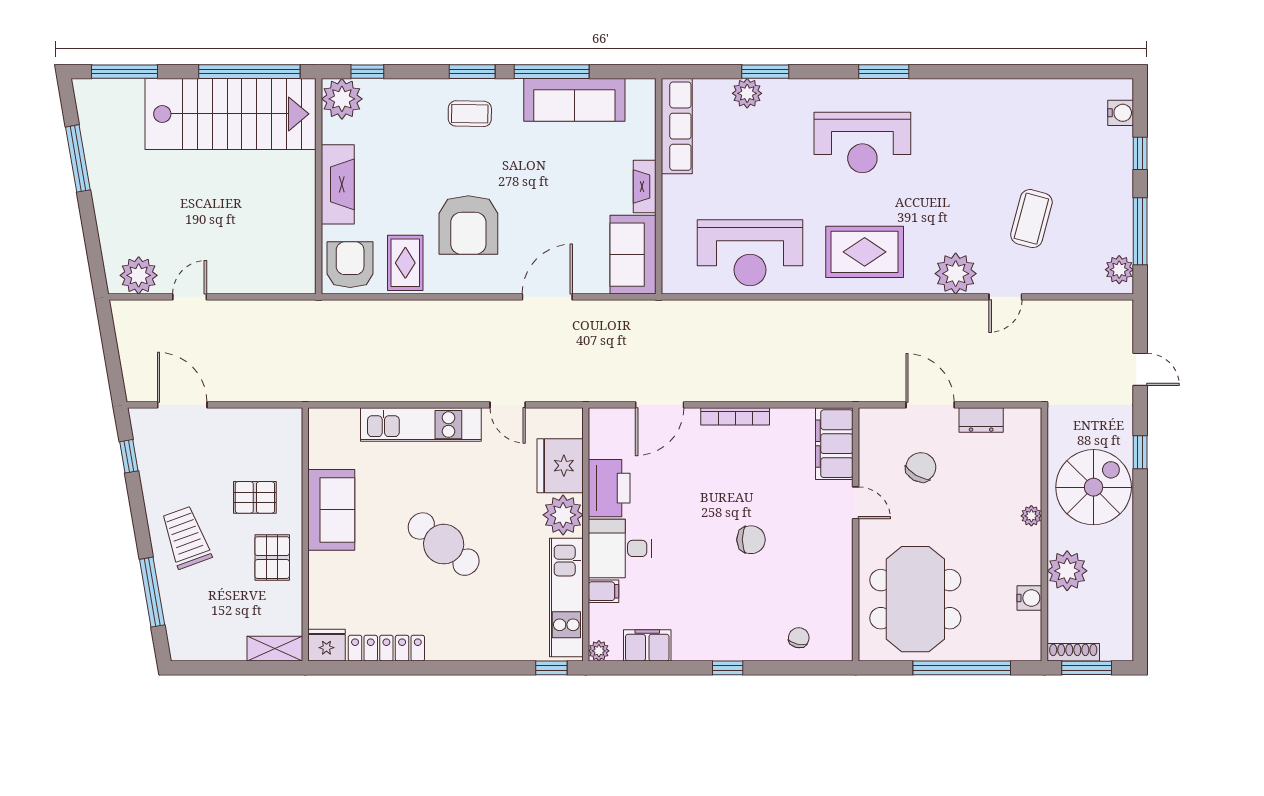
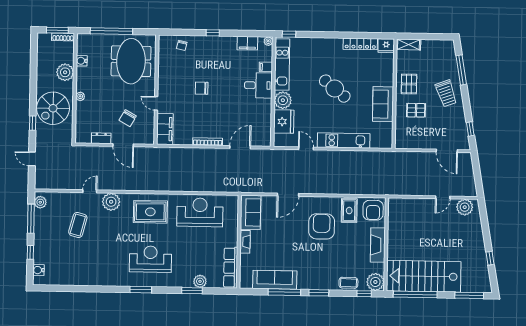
coffee table: (470, 114) -> (348, 283), moved
window: (78, 158) -> (490, 258), width x0.46
printer: (609, 488) -> (263, 111), removed

